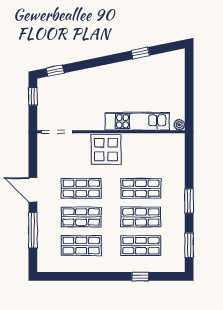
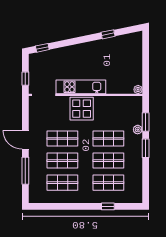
window: (33, 96) -> (25, 79), moved
kitchen unit: (137, 121) -> (81, 87), moved
plant: (179, 177) -> (138, 130), added
window: (189, 245) -> (146, 122), moved

